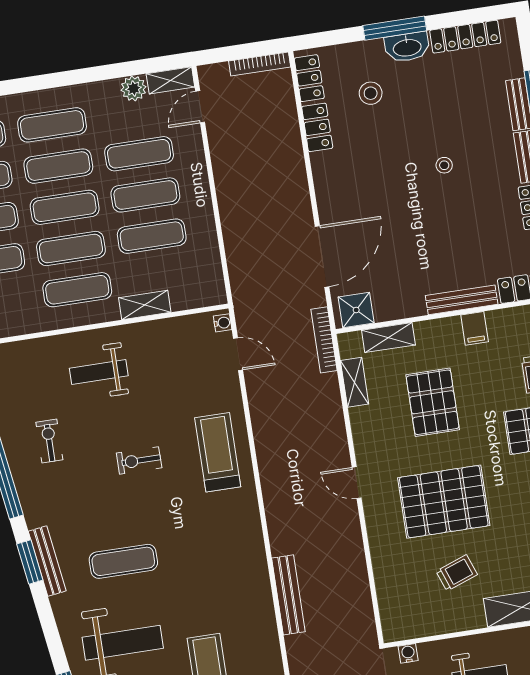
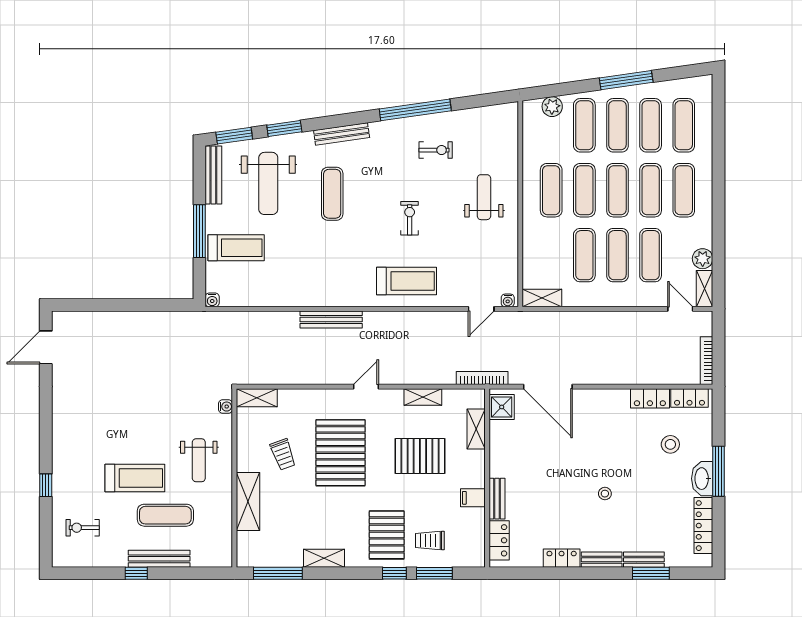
bench: (462, 300) -> (497, 499), width x0.73
shelving: (145, 305) -> (542, 298), moved, turned 90
shelving: (355, 382) -> (423, 397), moved
window: (30, 562) -> (284, 128), moved
bench: (288, 595) -> (331, 319), moved
shelving: (391, 616) -> (257, 398), added

